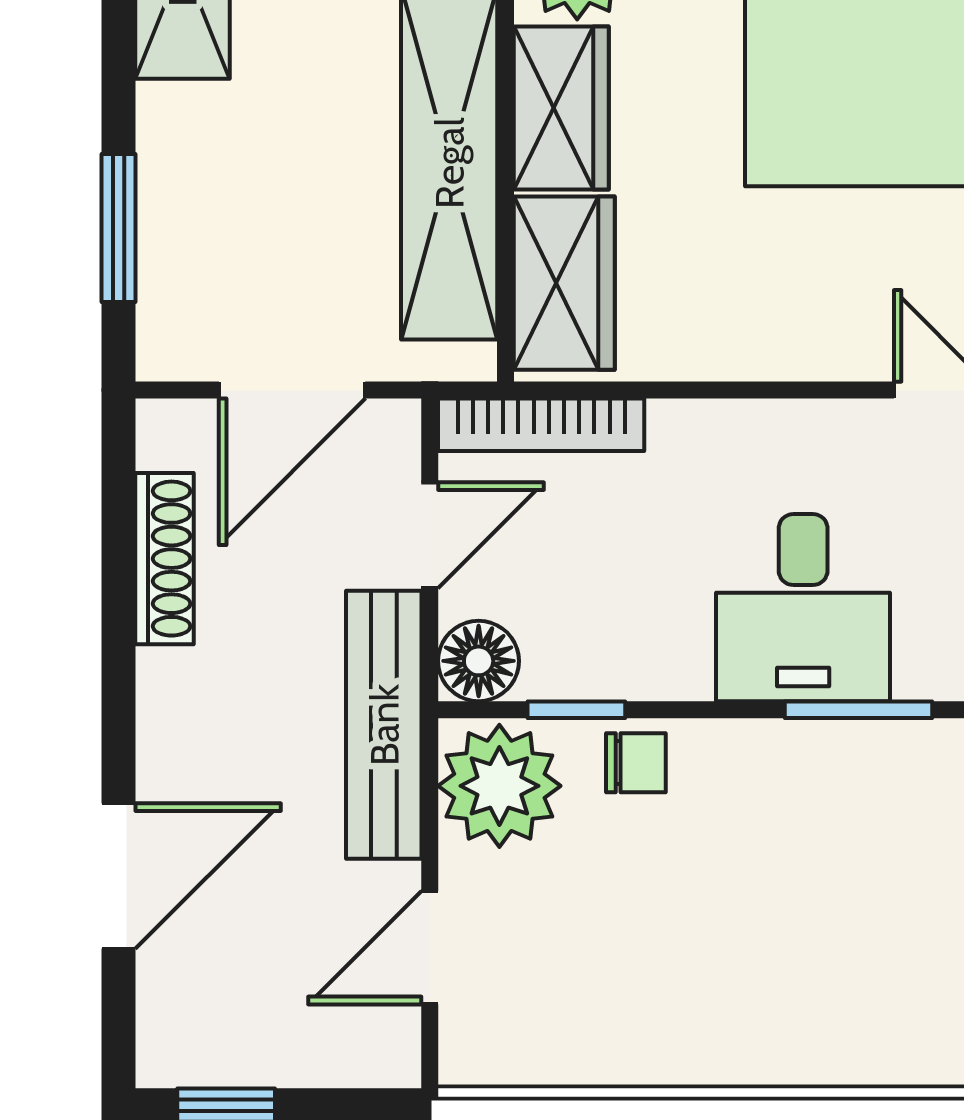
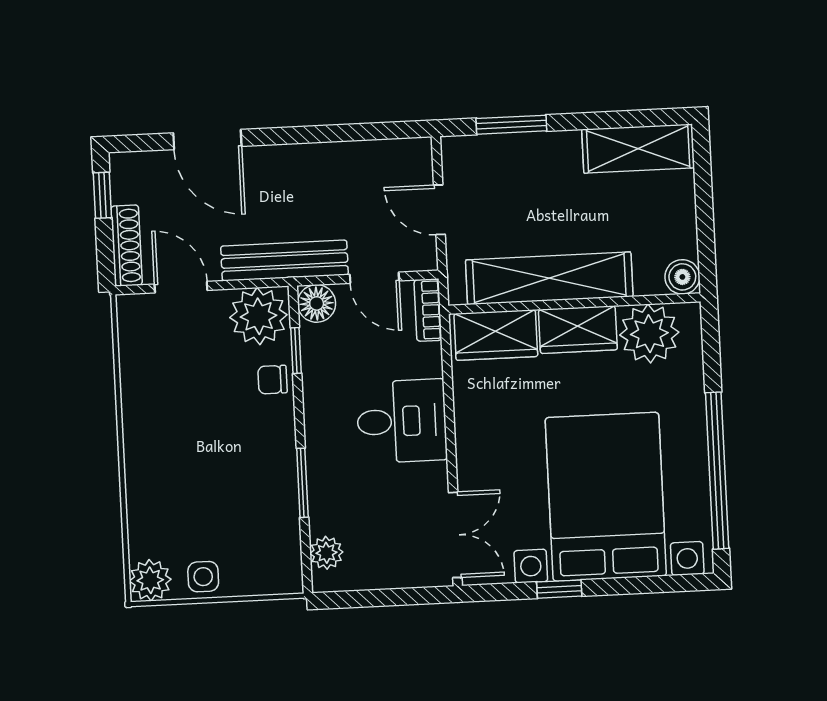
door: (292, 390) -> (439, 210), width x0.73
bookcase: (541, 425) -> (428, 310), width x0.64
shoe rack: (165, 559) -> (127, 246), moved, turned -90
desk: (803, 608) -> (402, 421), moved, turned 180
chair: (636, 763) -> (272, 380), turned 90

